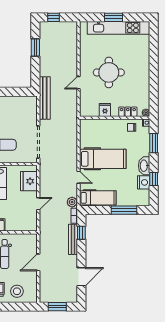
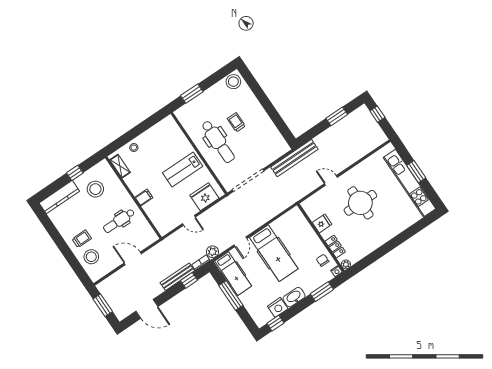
window: (154, 179) -> (275, 323), moved
window: (124, 210) -> (231, 295), moved

